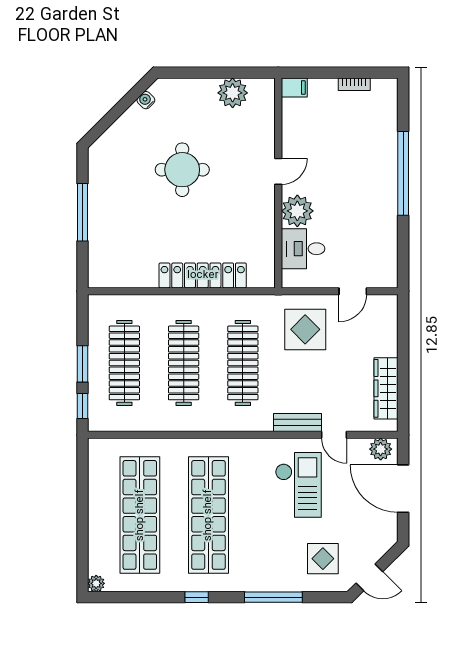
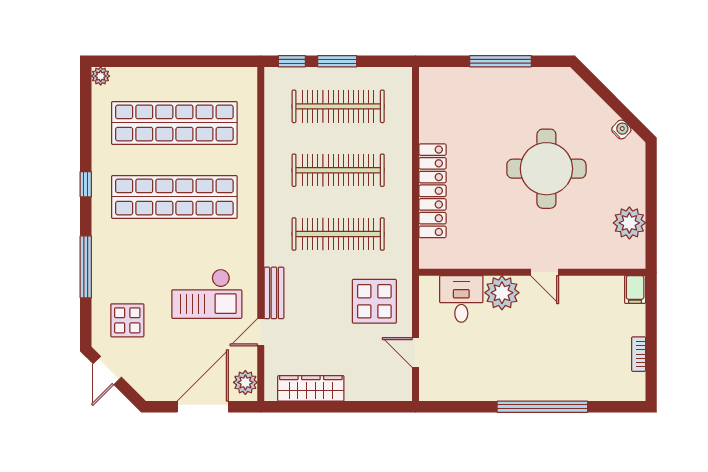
round table: (182, 170) -> (546, 169), width x1.36, depth x1.36

